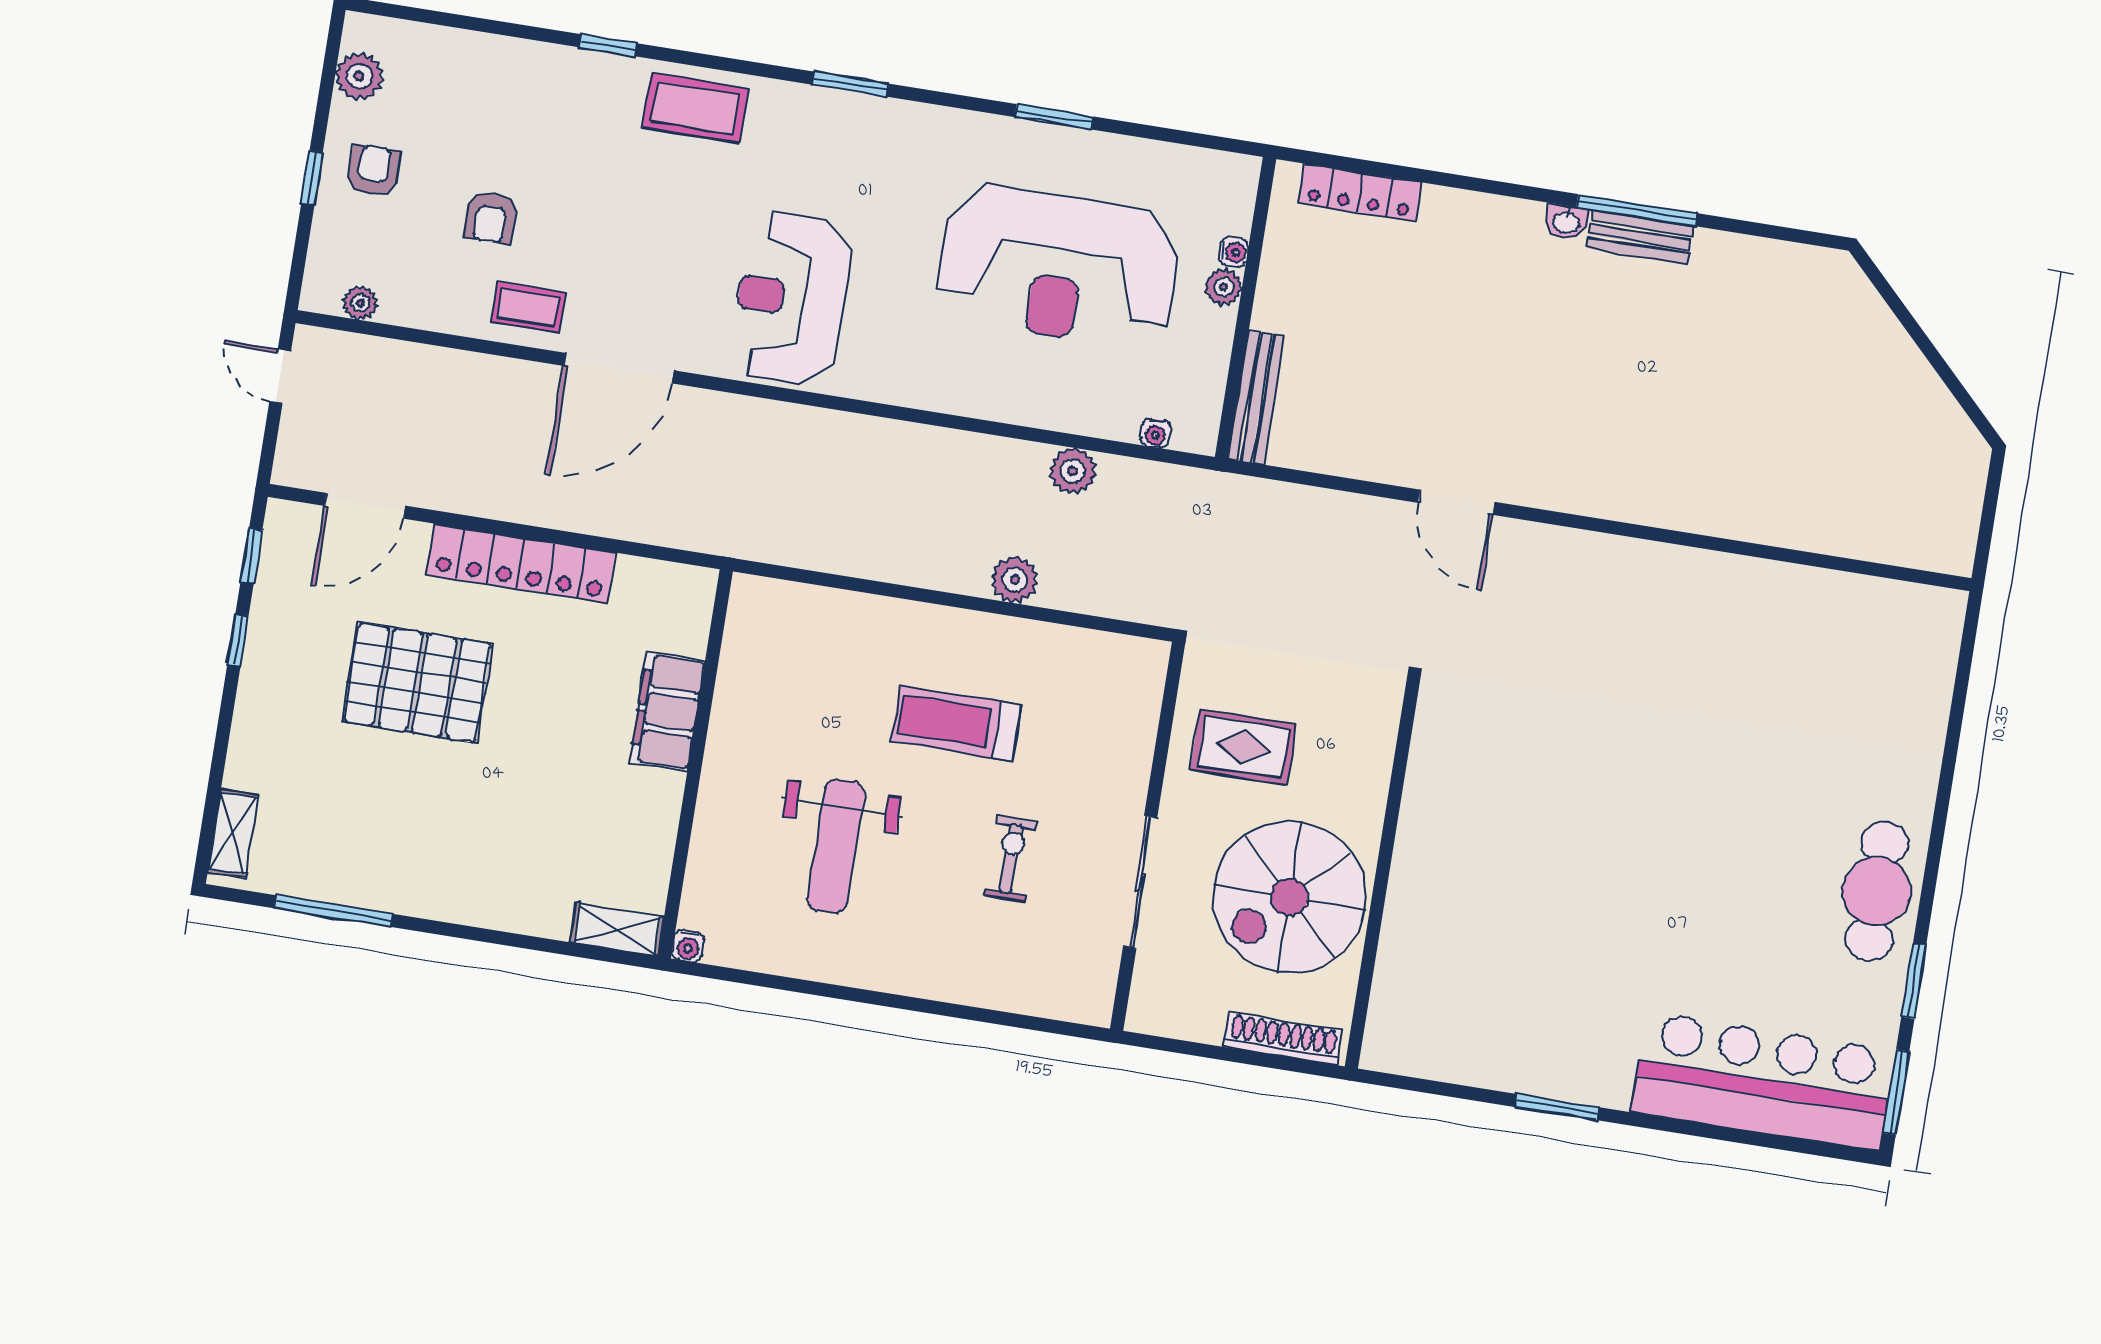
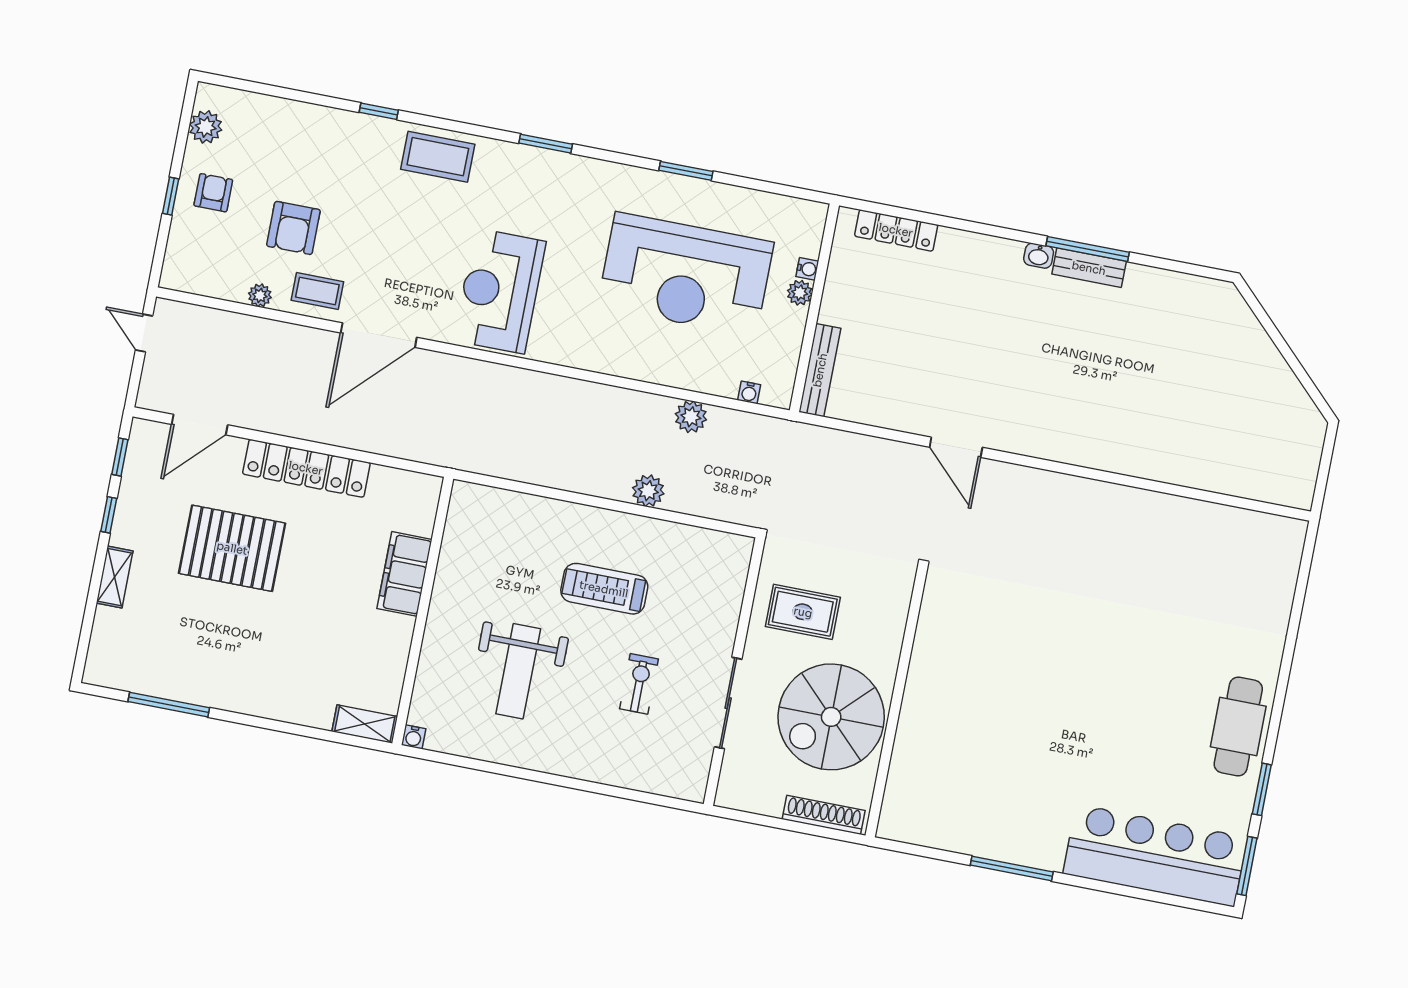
armchair: (491, 218) -> (293, 228), width x1.38, depth x1.38
plant: (360, 303) -> (260, 295), moved
shelving: (233, 833) -> (115, 577), moved
window: (1557, 1107) -> (1012, 869), width x1.44

